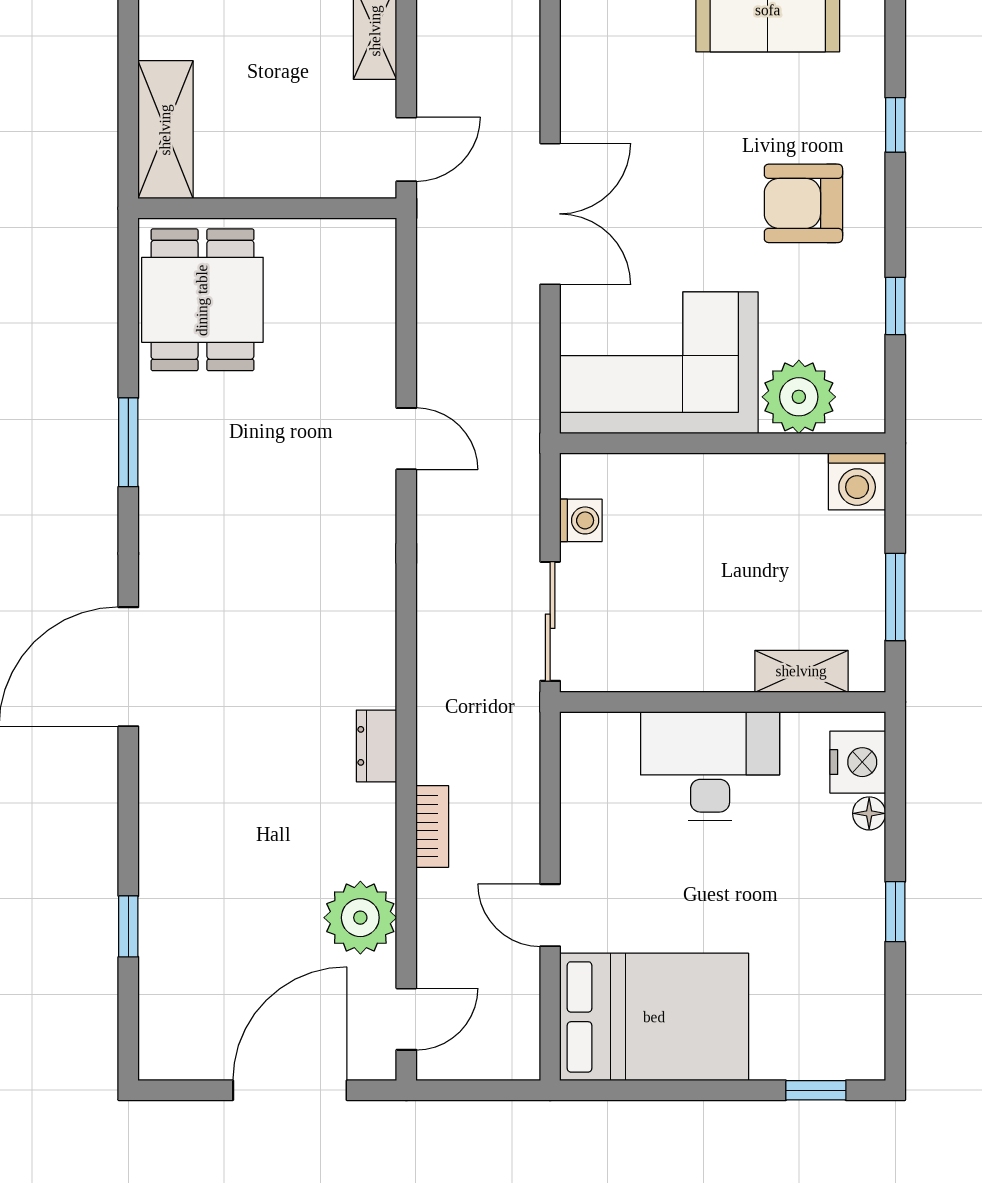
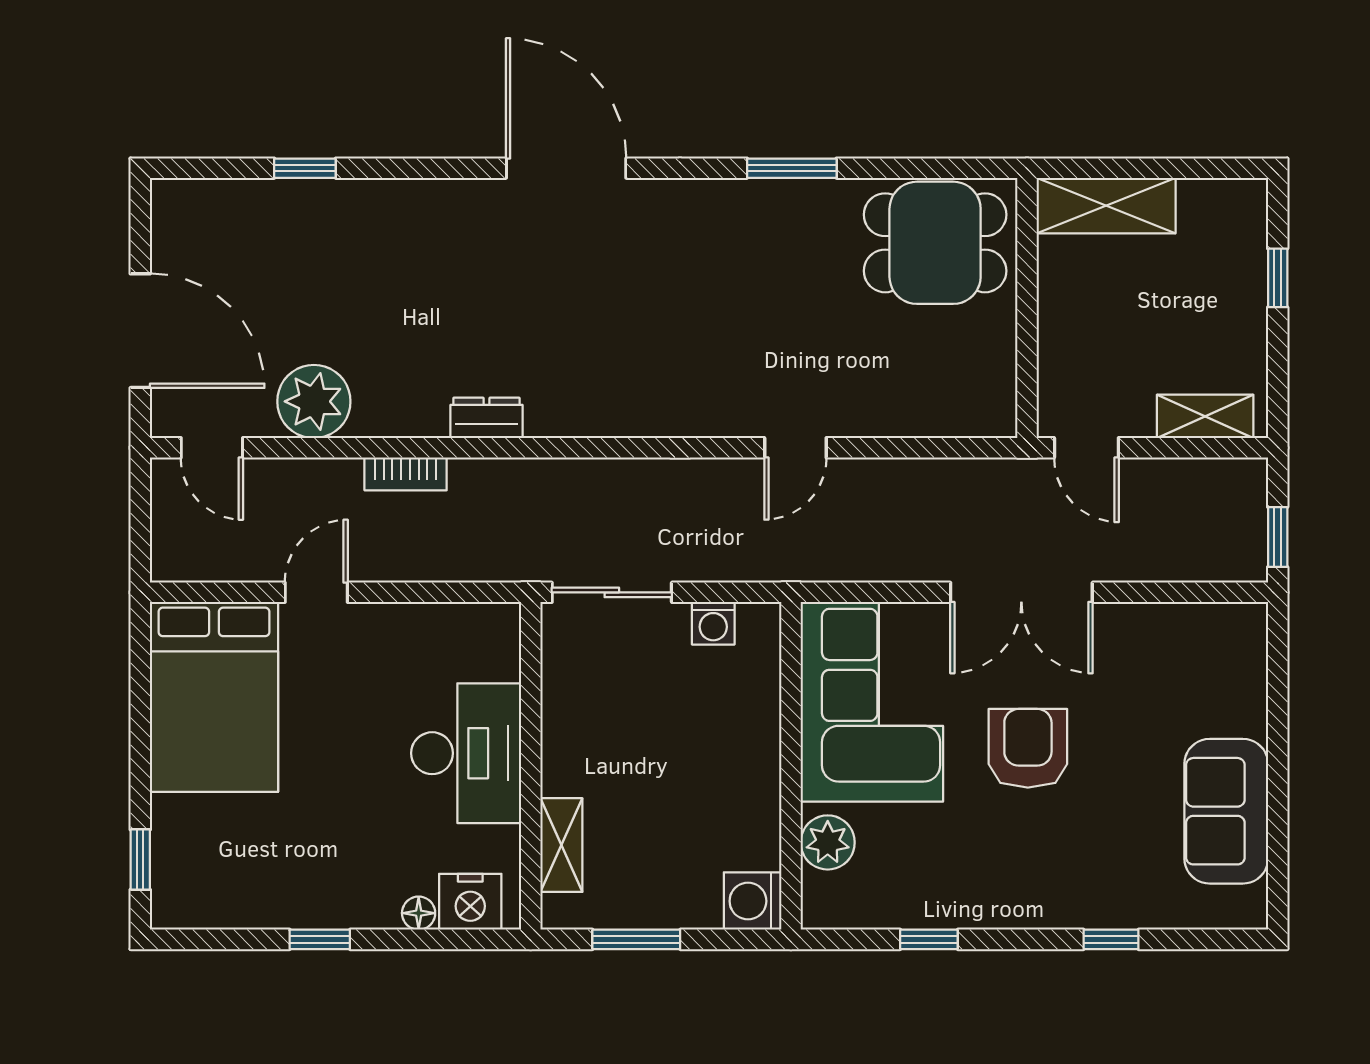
armchair: (803, 203) -> (1028, 748), moved
plant: (799, 397) -> (828, 842), width x0.73, depth x0.73

